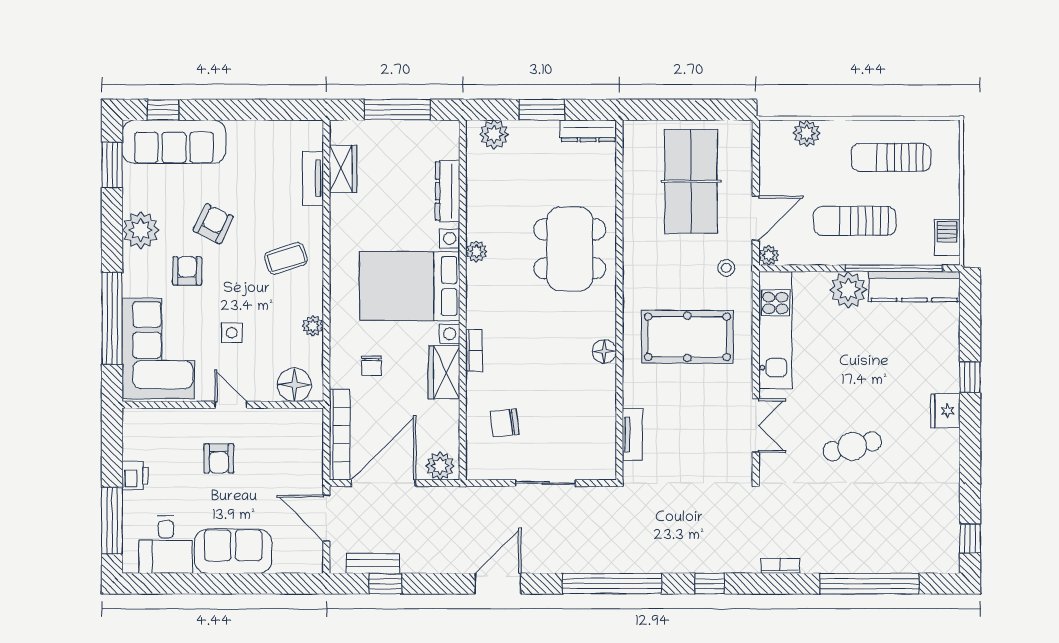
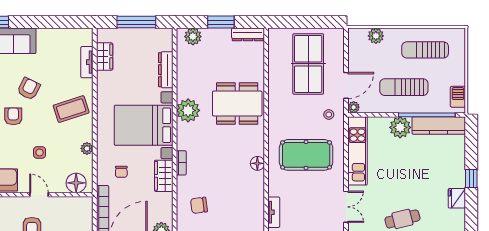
dining table: (570, 249) -> (237, 104), turned 90
plant: (476, 251) -> (188, 110), width x1.88, depth x1.88
coffee table: (286, 258) -> (71, 109), width x1.36, depth x1.30

